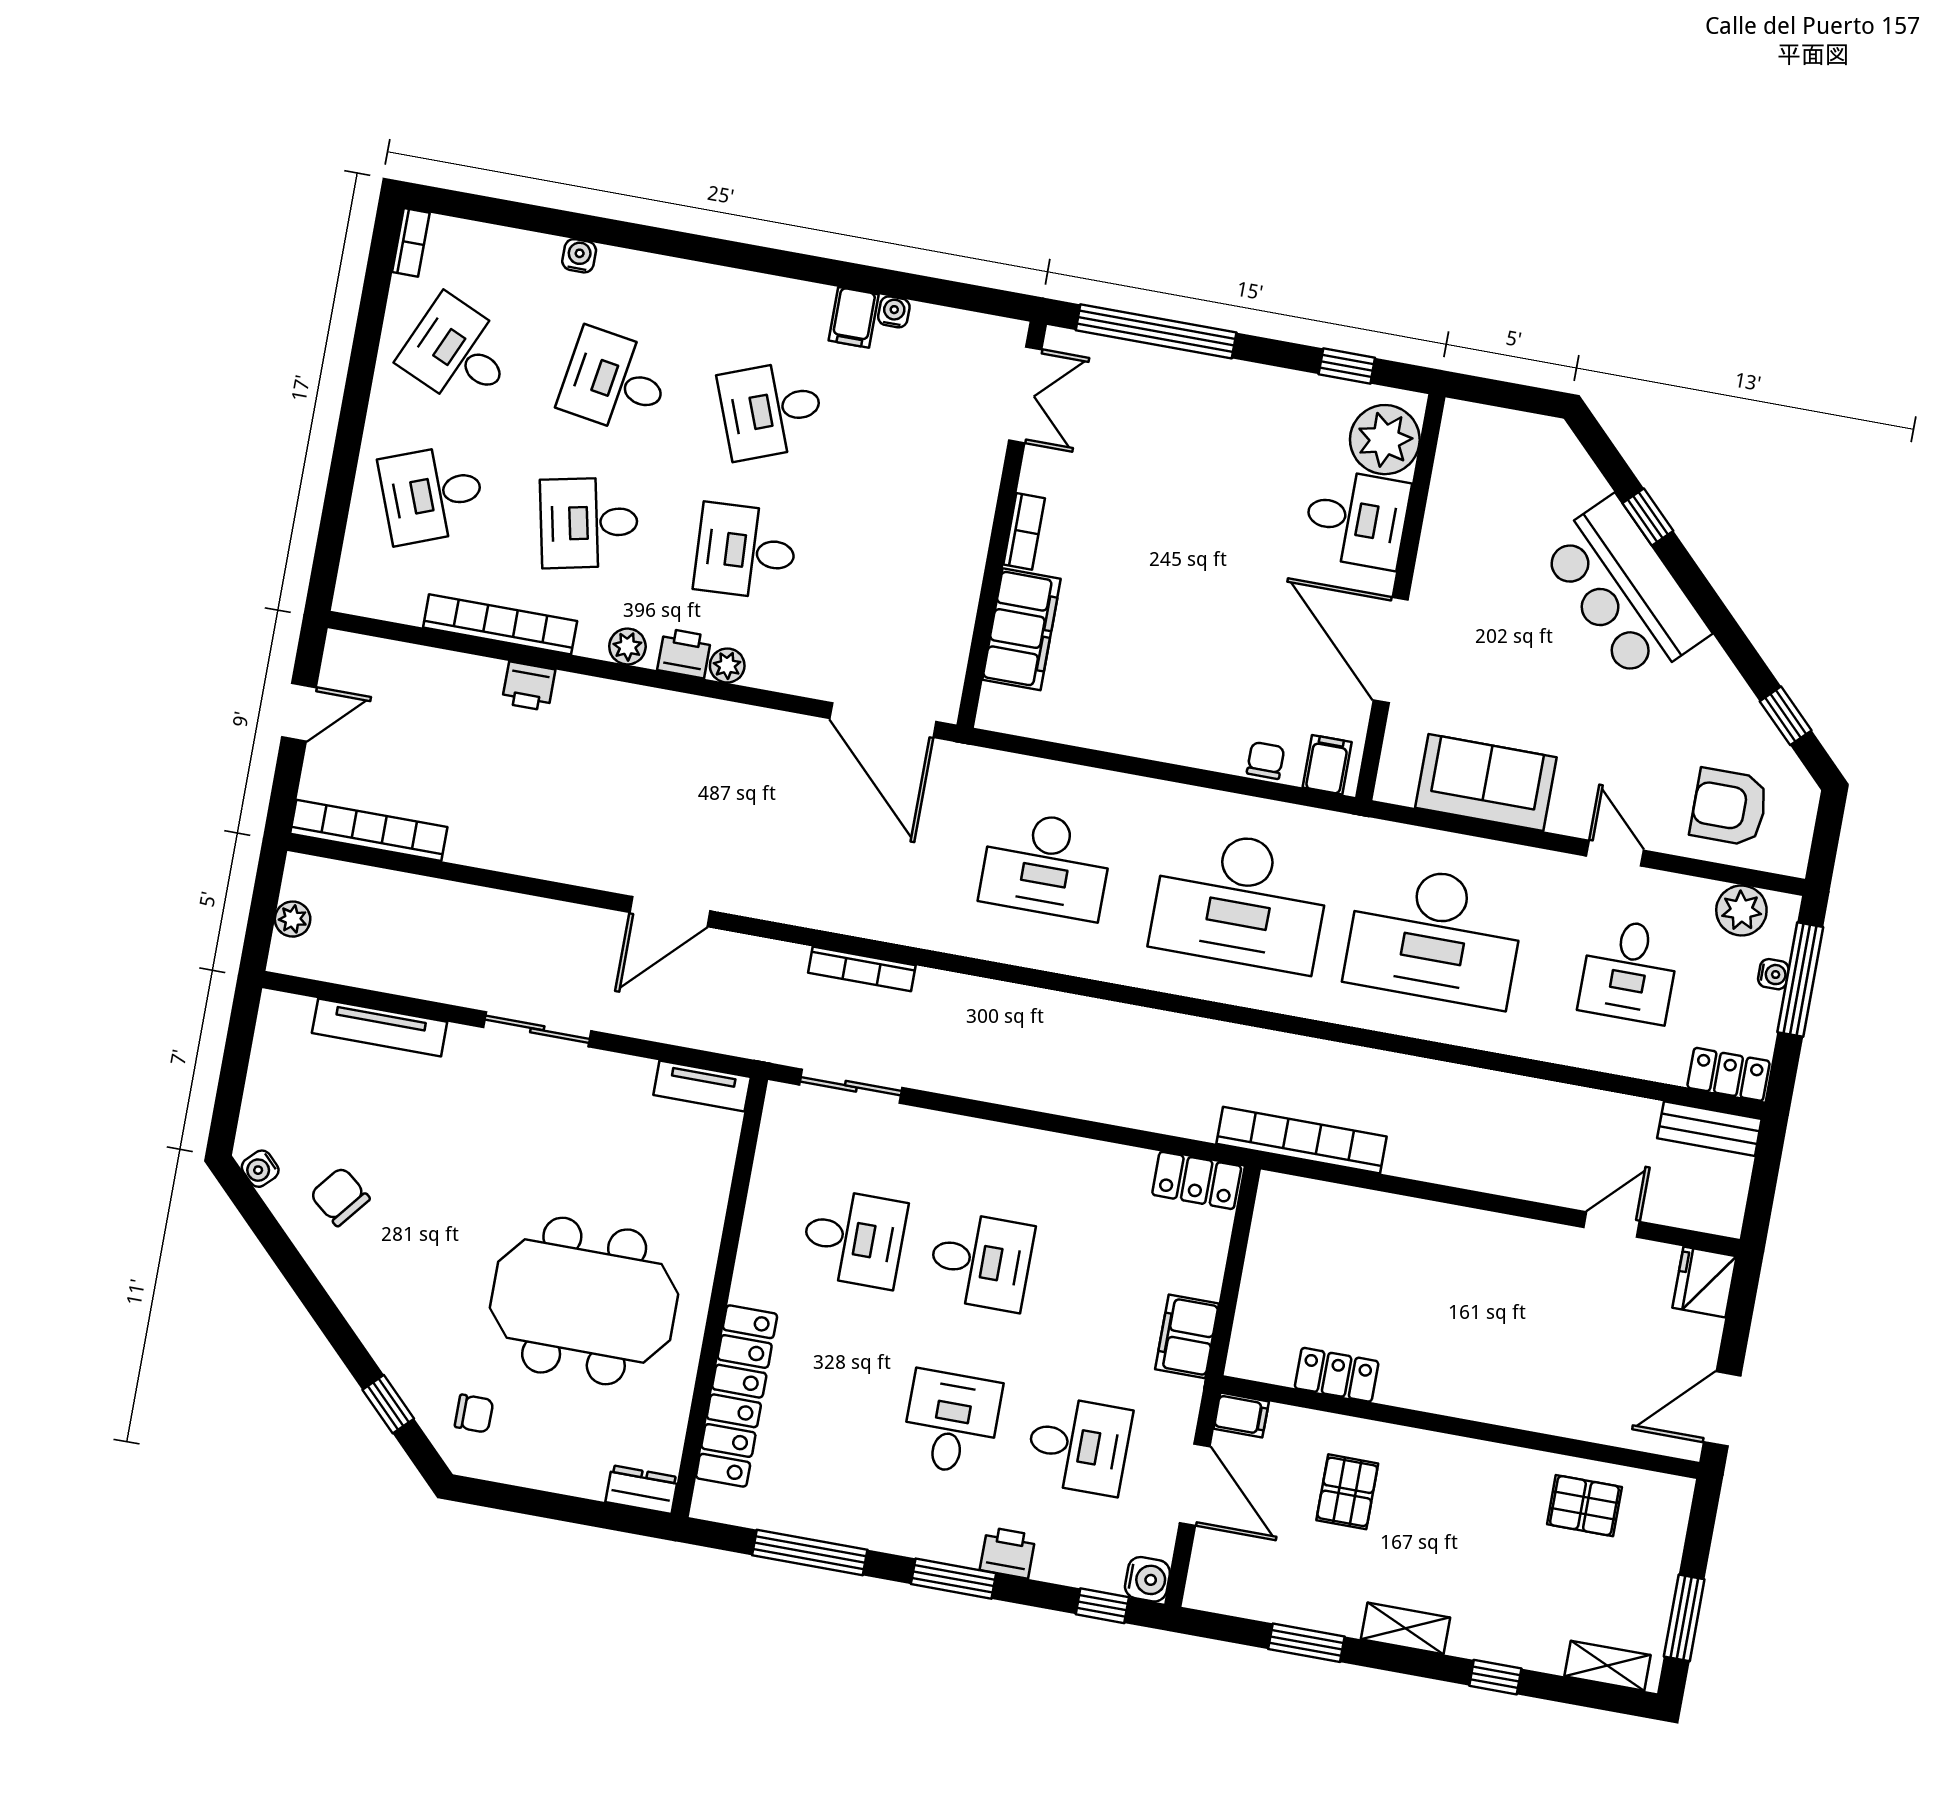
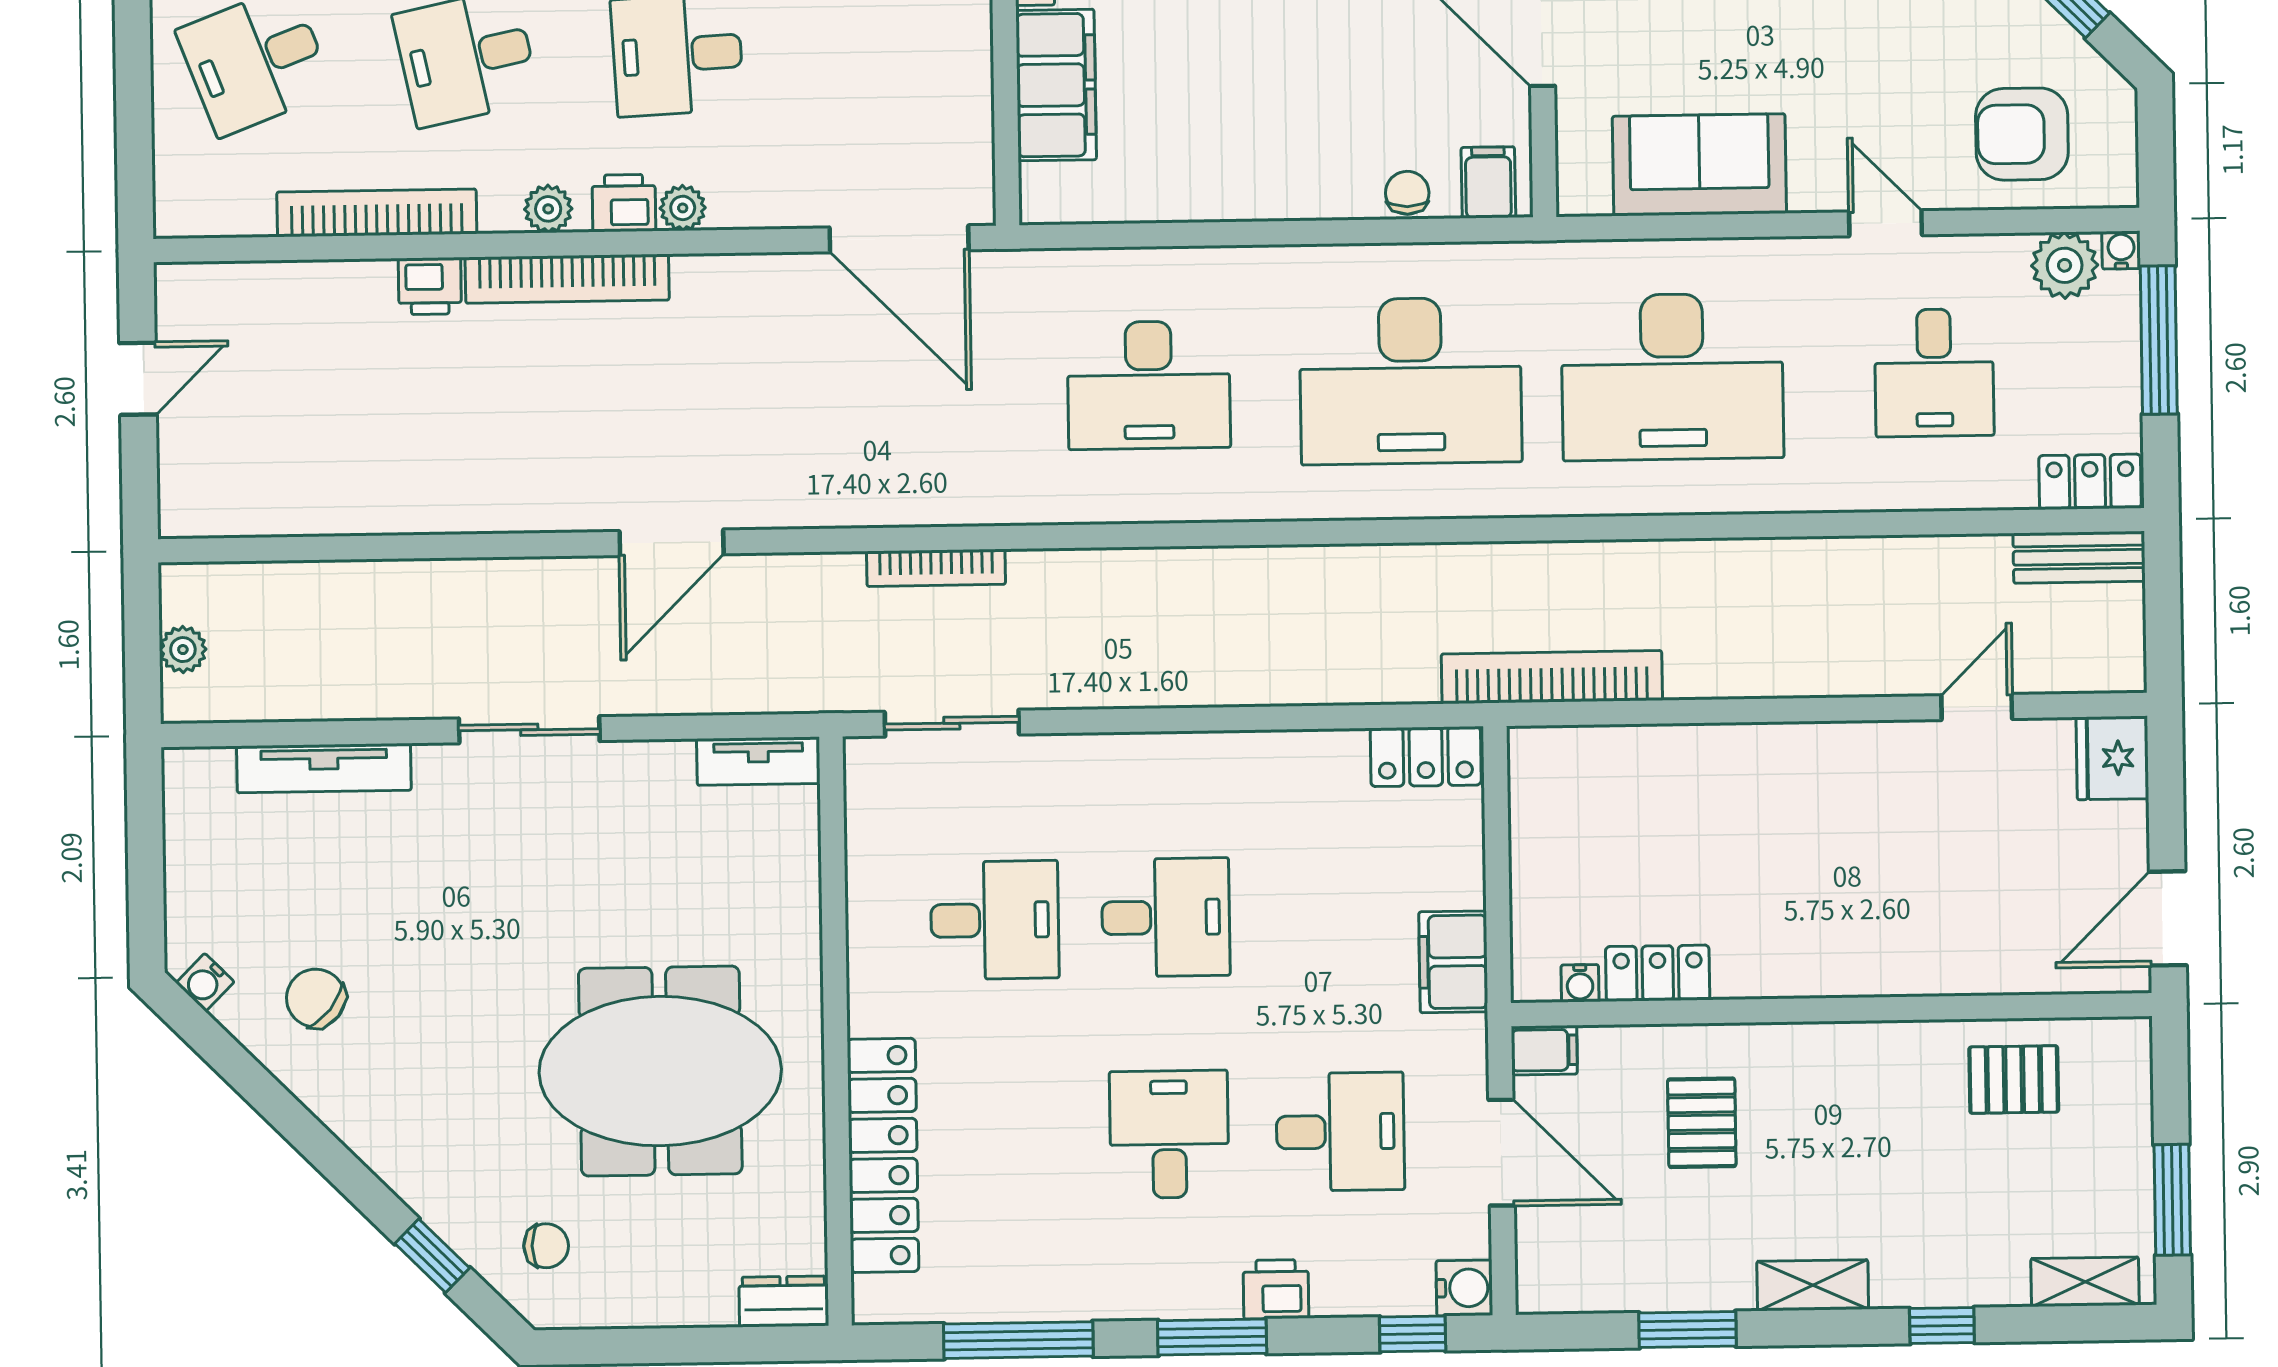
bookcase: (369, 830) -> (567, 279), moved, turned 180
water cooler: (1773, 974) -> (2121, 250), moved, turned -90
water cooler: (1278, 1371) -> (1580, 983), added

